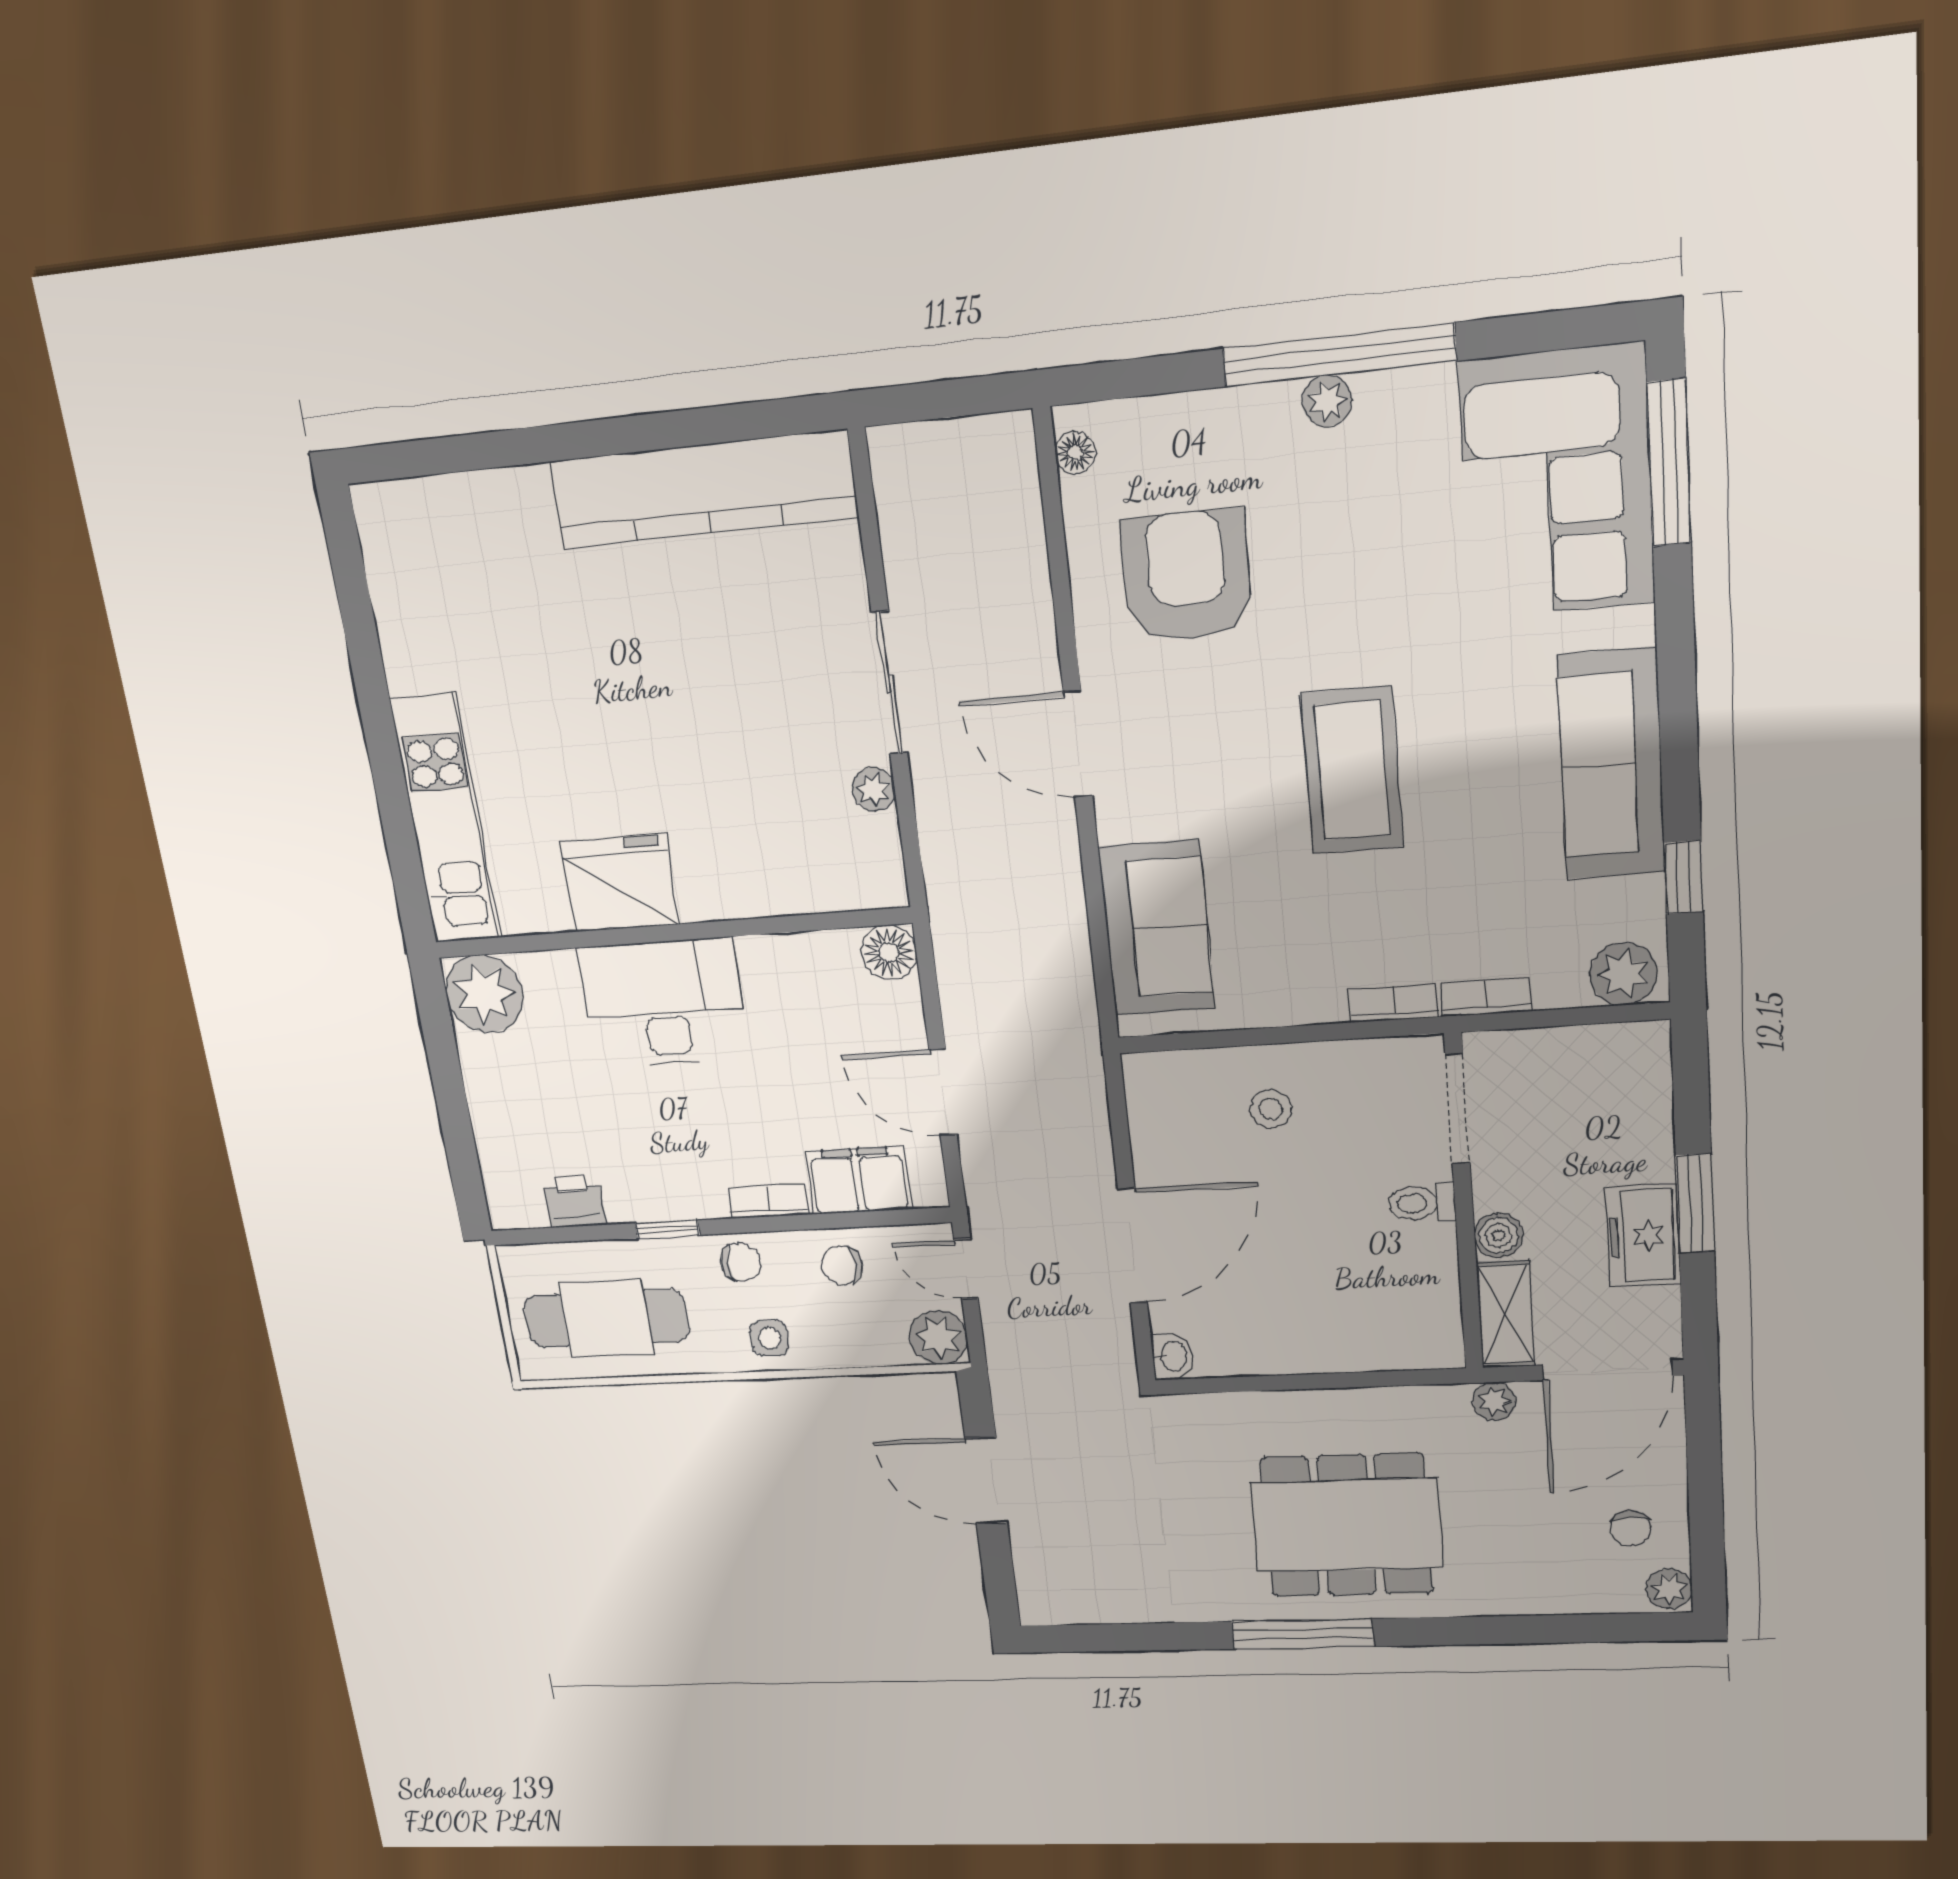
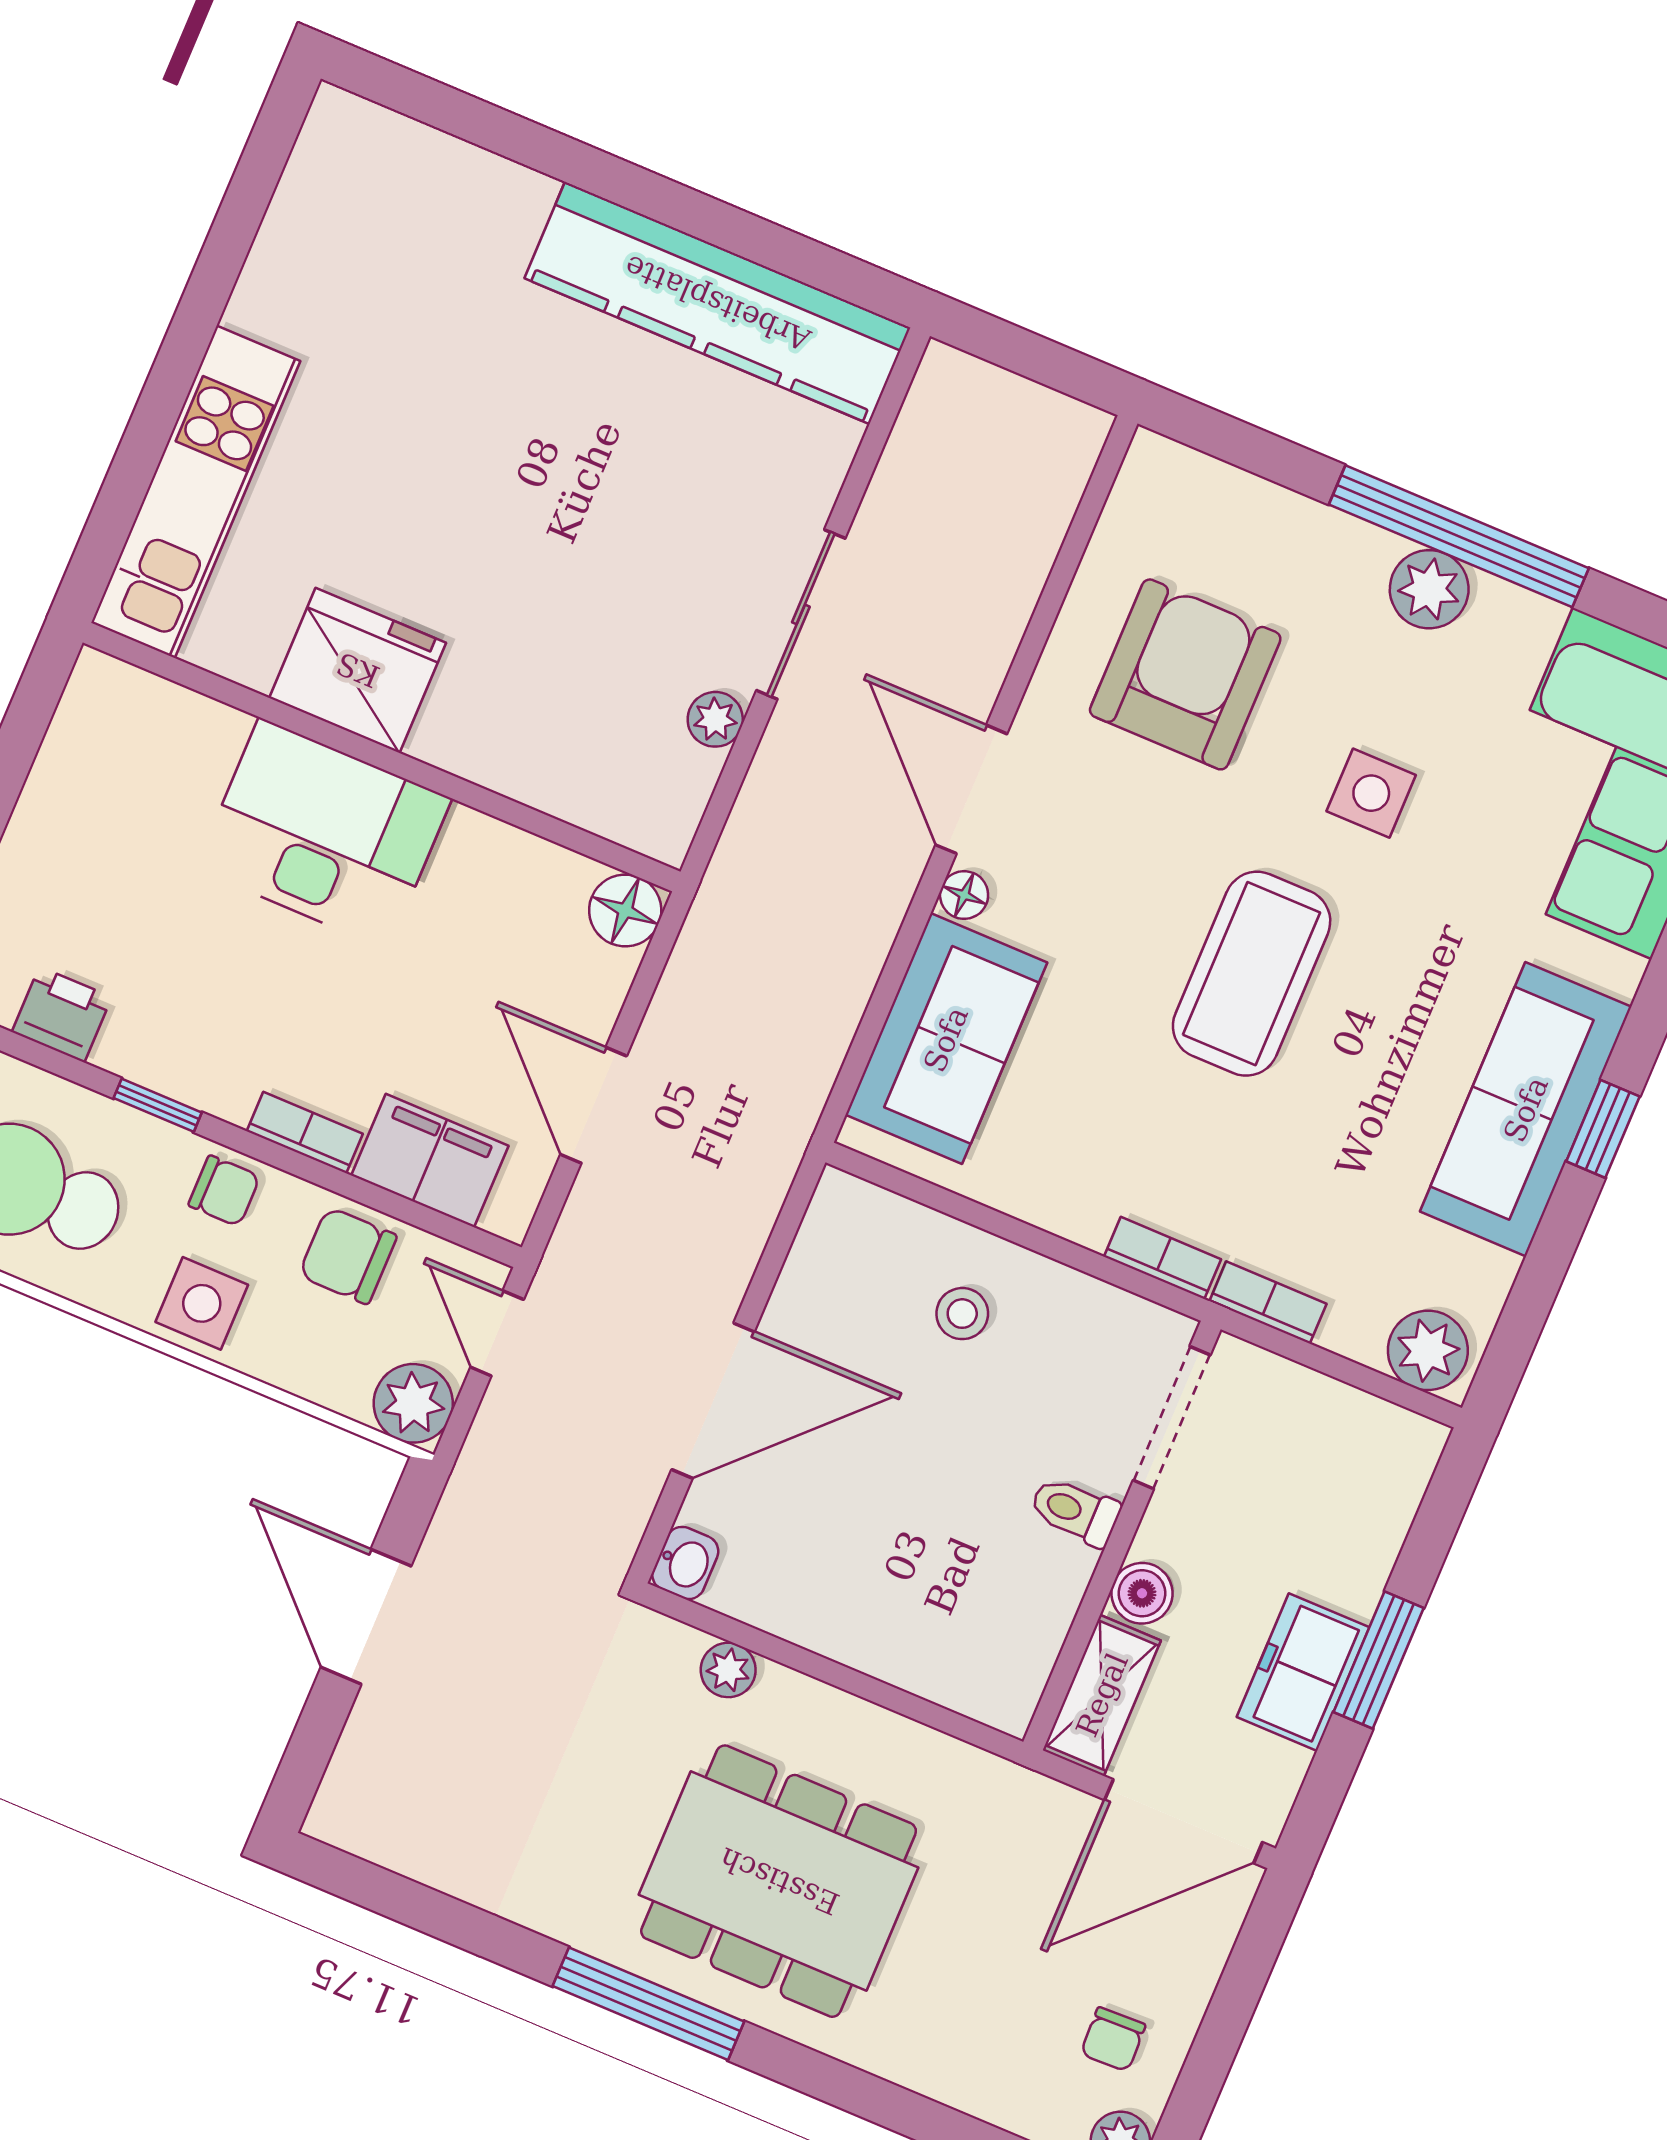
plant: (1327, 401) -> (1429, 589), width x1.38, depth x1.38
floor lamp: (1075, 453) -> (964, 895), moved
side table: (1373, 590) -> (1371, 793), added
window: (1684, 877) -> (1603, 1129), moved
plant: (484, 994) -> (111, 712), removed
chair: (842, 1265) -> (348, 1256), width x1.37, depth x1.37
side table: (769, 1338) -> (202, 1303), width x1.37, depth x1.37
plant: (1494, 1401) -> (728, 1670), moved

